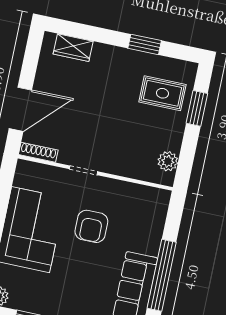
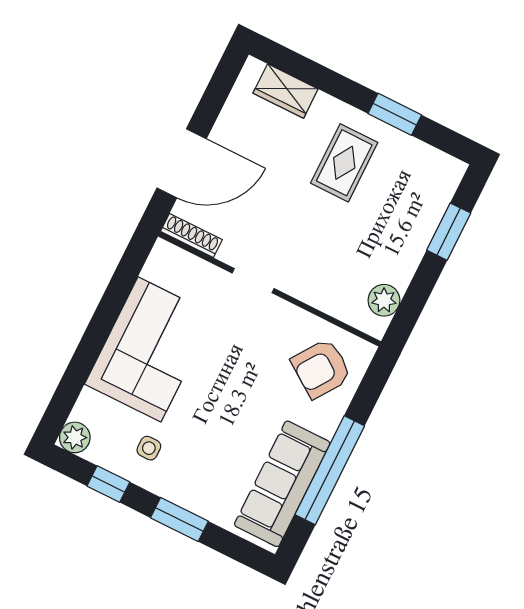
rug: (162, 93) -> (344, 163), moved, turned 90
armchair: (91, 226) -> (321, 369), moved, turned 35
side table: (46, 291) -> (149, 448), added

